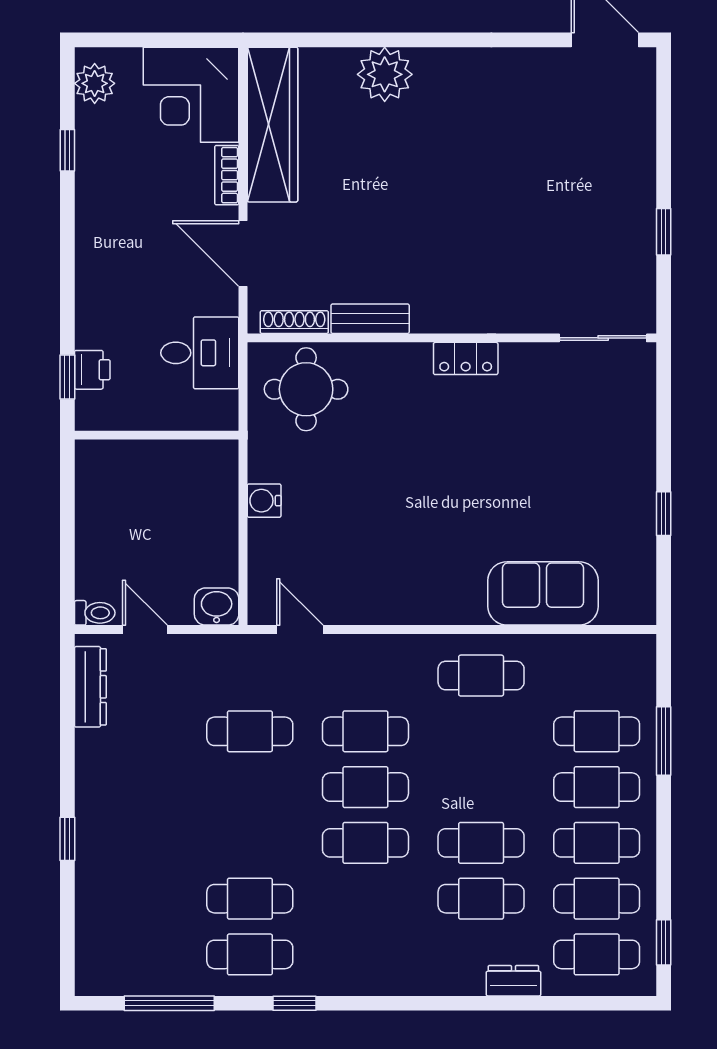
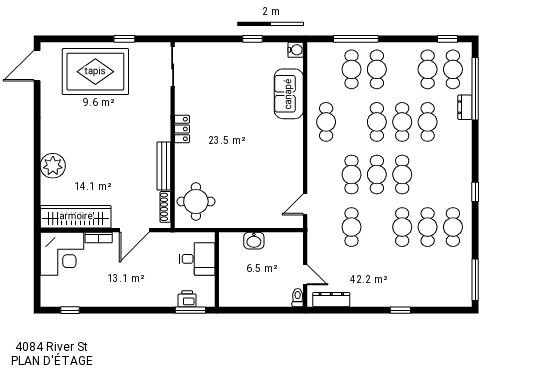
plant: (95, 83) -> (57, 298), removed
window: (67, 150) -> (70, 310), moved
rug: (592, 168) -> (95, 72), added
bench: (370, 319) -> (164, 166), width x1.36
desk: (200, 353) -> (197, 259), moved, turned 90
window: (67, 377) -> (190, 310), width x1.50
water cooler: (264, 501) -> (296, 50), moved, turned -90
washbasin: (217, 607) -> (254, 241), moved, turned -90
door: (145, 630) -> (305, 275), swing flipped
window: (664, 741) -> (356, 39), width x1.44
cafe table: (250, 843) -> (402, 227), added
cafe table: (597, 843) -> (377, 122), moved
window: (169, 1003) -> (475, 280), moved
window: (295, 1003) -> (475, 192), moved
window: (554, 1003) -> (475, 89), added

